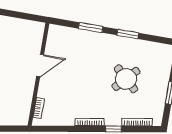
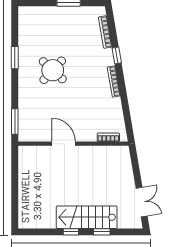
window: (91, 28) -> (15, 122), moved
round table: (126, 79) -> (53, 70), moved

